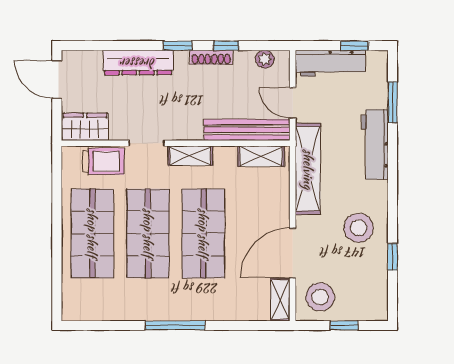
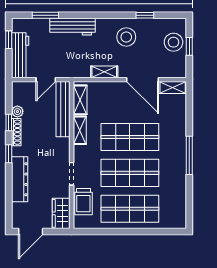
plant: (265, 59) -> (17, 112), moved
shelving: (190, 156) -> (80, 130), moved
trolley: (103, 161) -> (83, 202), turned 180
shelving: (308, 169) -> (104, 72), width x0.45, depth x0.75
stool: (320, 297) -> (173, 42), moved

